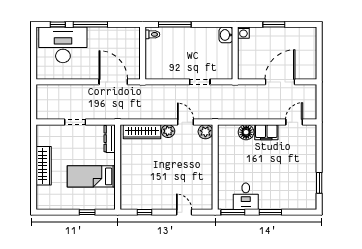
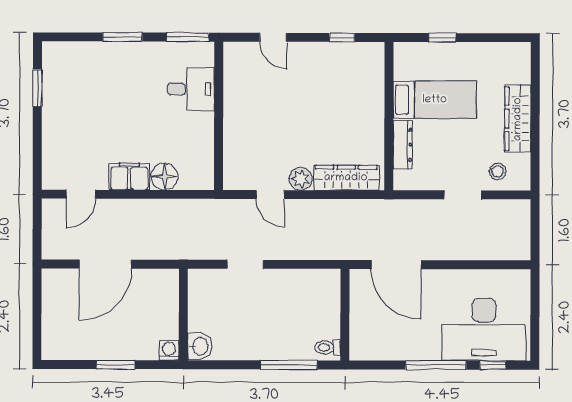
plant: (205, 132) -> (235, 177), removed
stool: (55, 135) -> (497, 171), added
dresser: (110, 139) -> (403, 145), moved
desk: (246, 196) -> (191, 89), moved, turned 90

